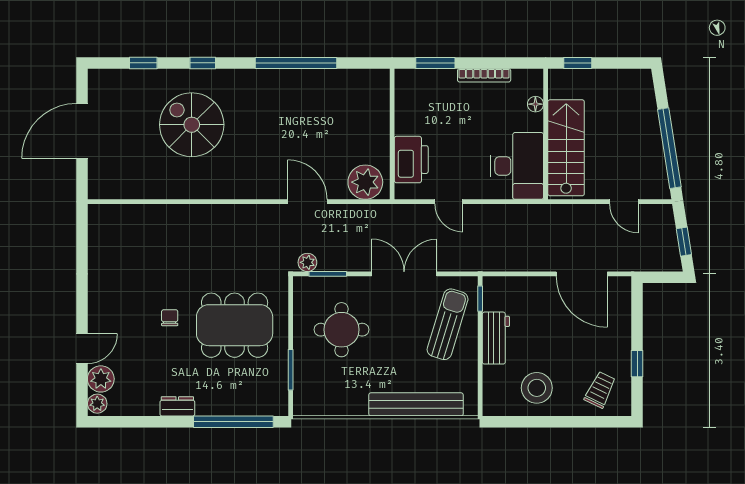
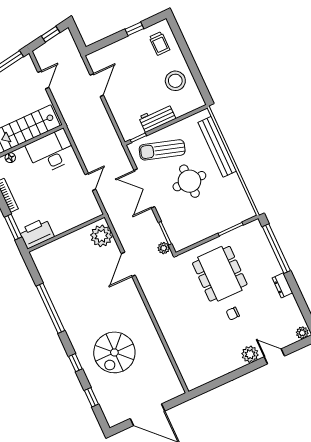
printer: (411, 160) -> (36, 233), moved
door: (582, 274) -> (97, 85), width x0.73
round table: (341, 330) -> (189, 181), moved
plant: (101, 379) -> (250, 354), moved
trolley: (600, 390) -> (159, 43), turned -116

